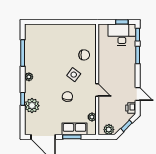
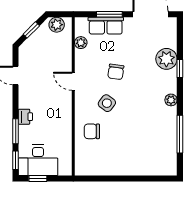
printer: (131, 108) -> (25, 117), moved

